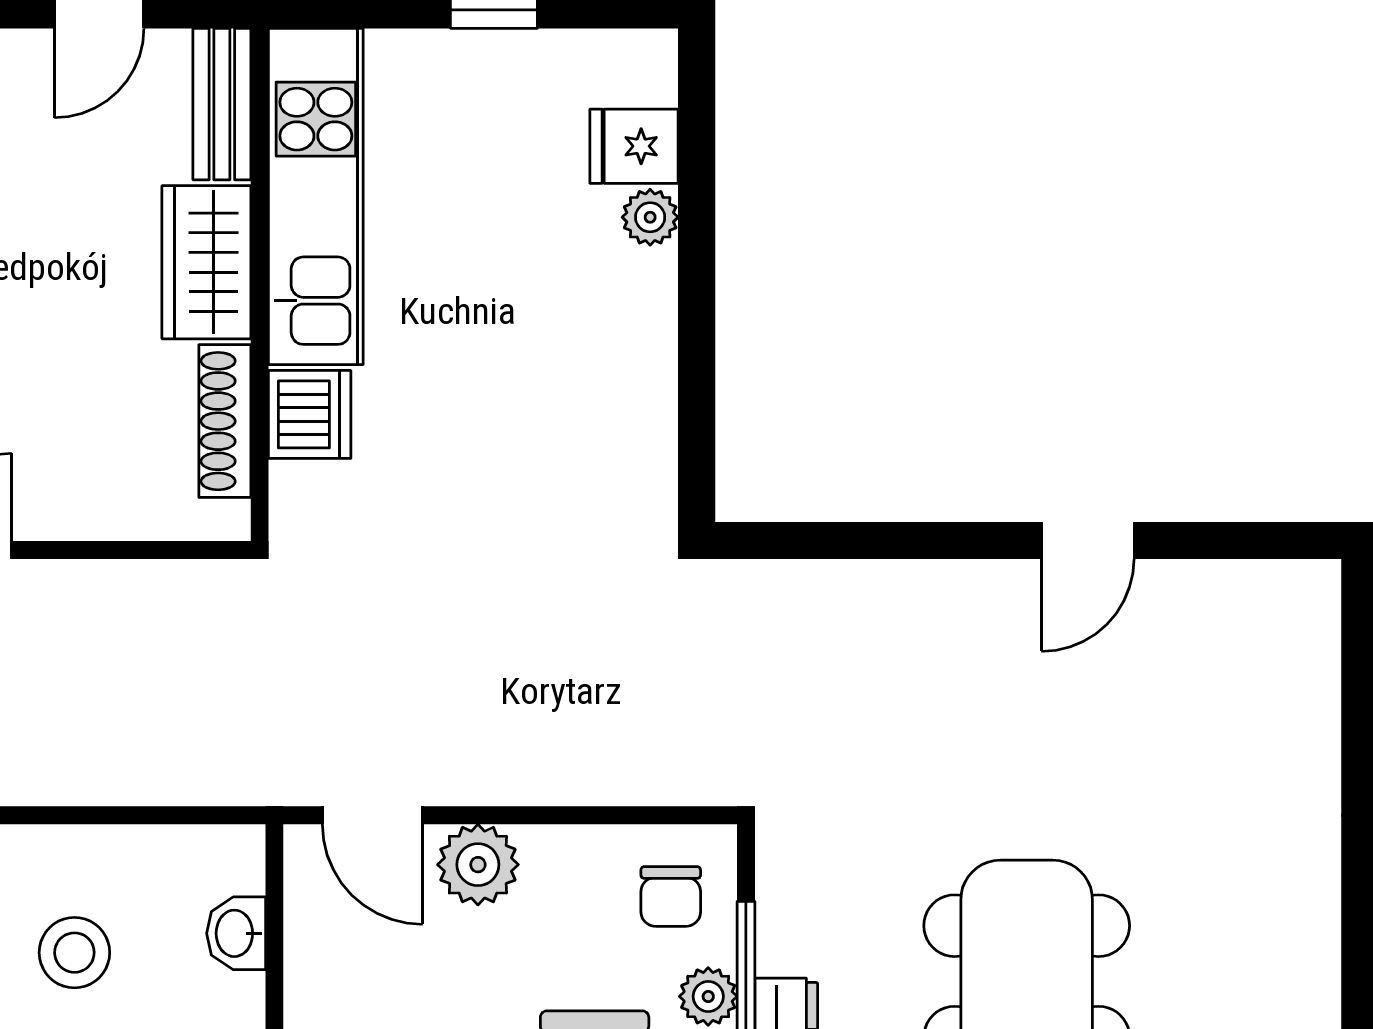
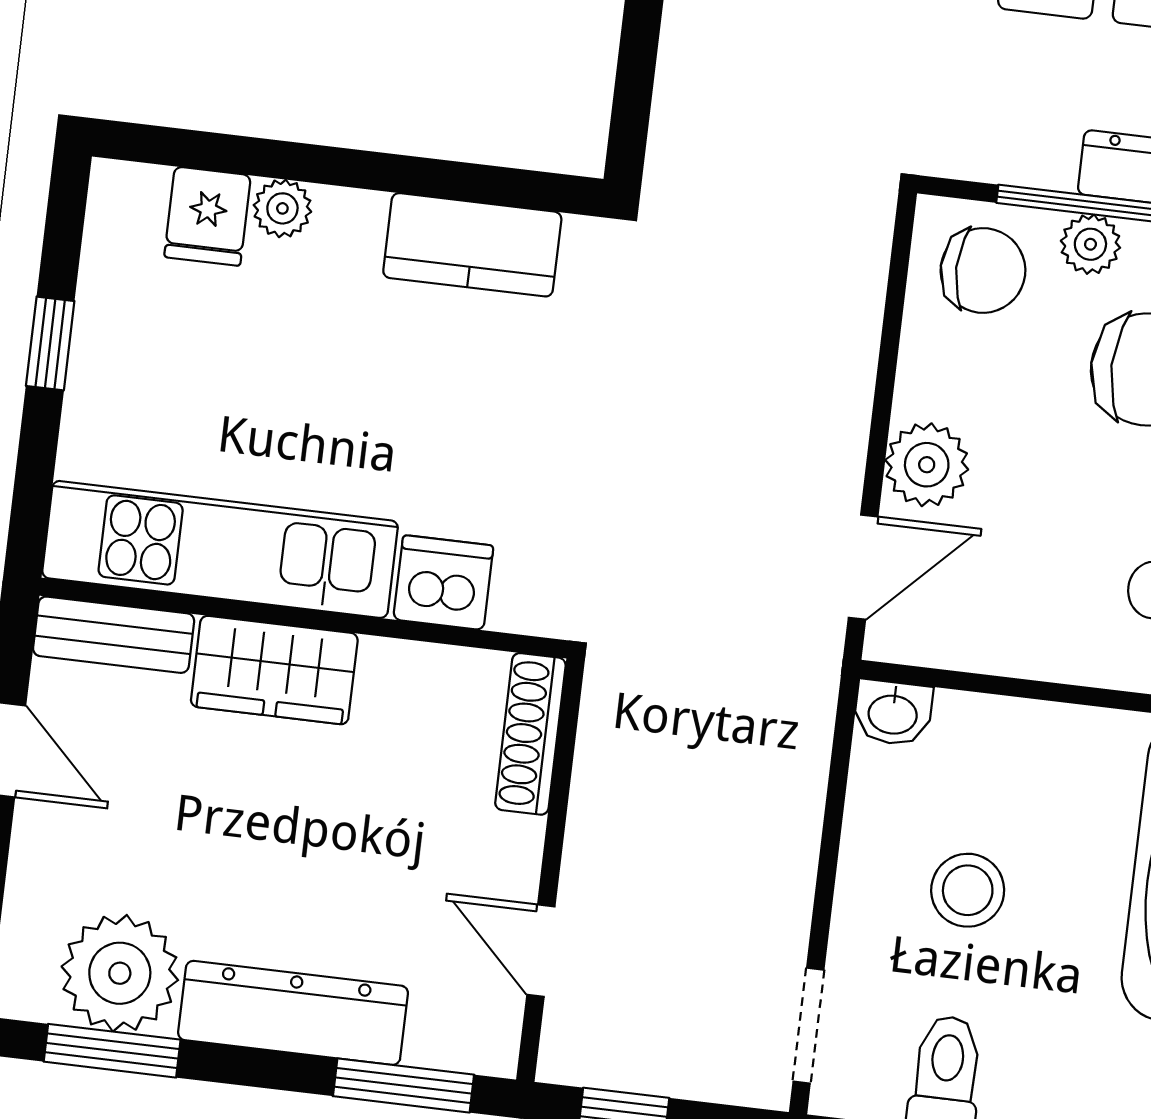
kitchen counter: (637, 404) -> (472, 245), added
shoe rack: (225, 421) -> (530, 734), moved, turned 90
chair: (671, 896) -> (983, 270), width x1.37, depth x1.37
washbasin: (236, 933) -> (893, 713), moved

